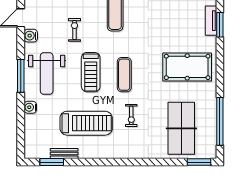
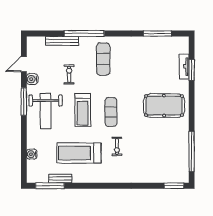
window: (21, 76) -> (24, 102), moved
water cooler: (30, 107) -> (32, 154), moved
treadmill: (86, 123) -> (79, 153), turned 180
table tennis table: (181, 128) -> (159, 157), removed
window: (52, 162) -> (50, 186), width x1.44

